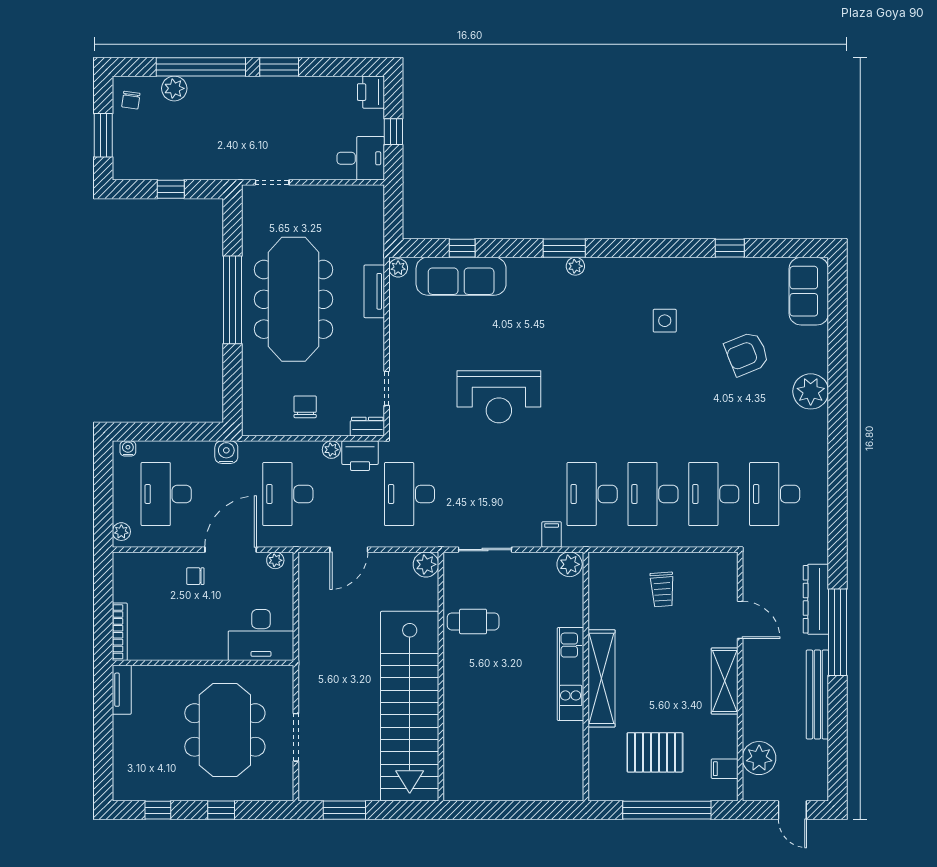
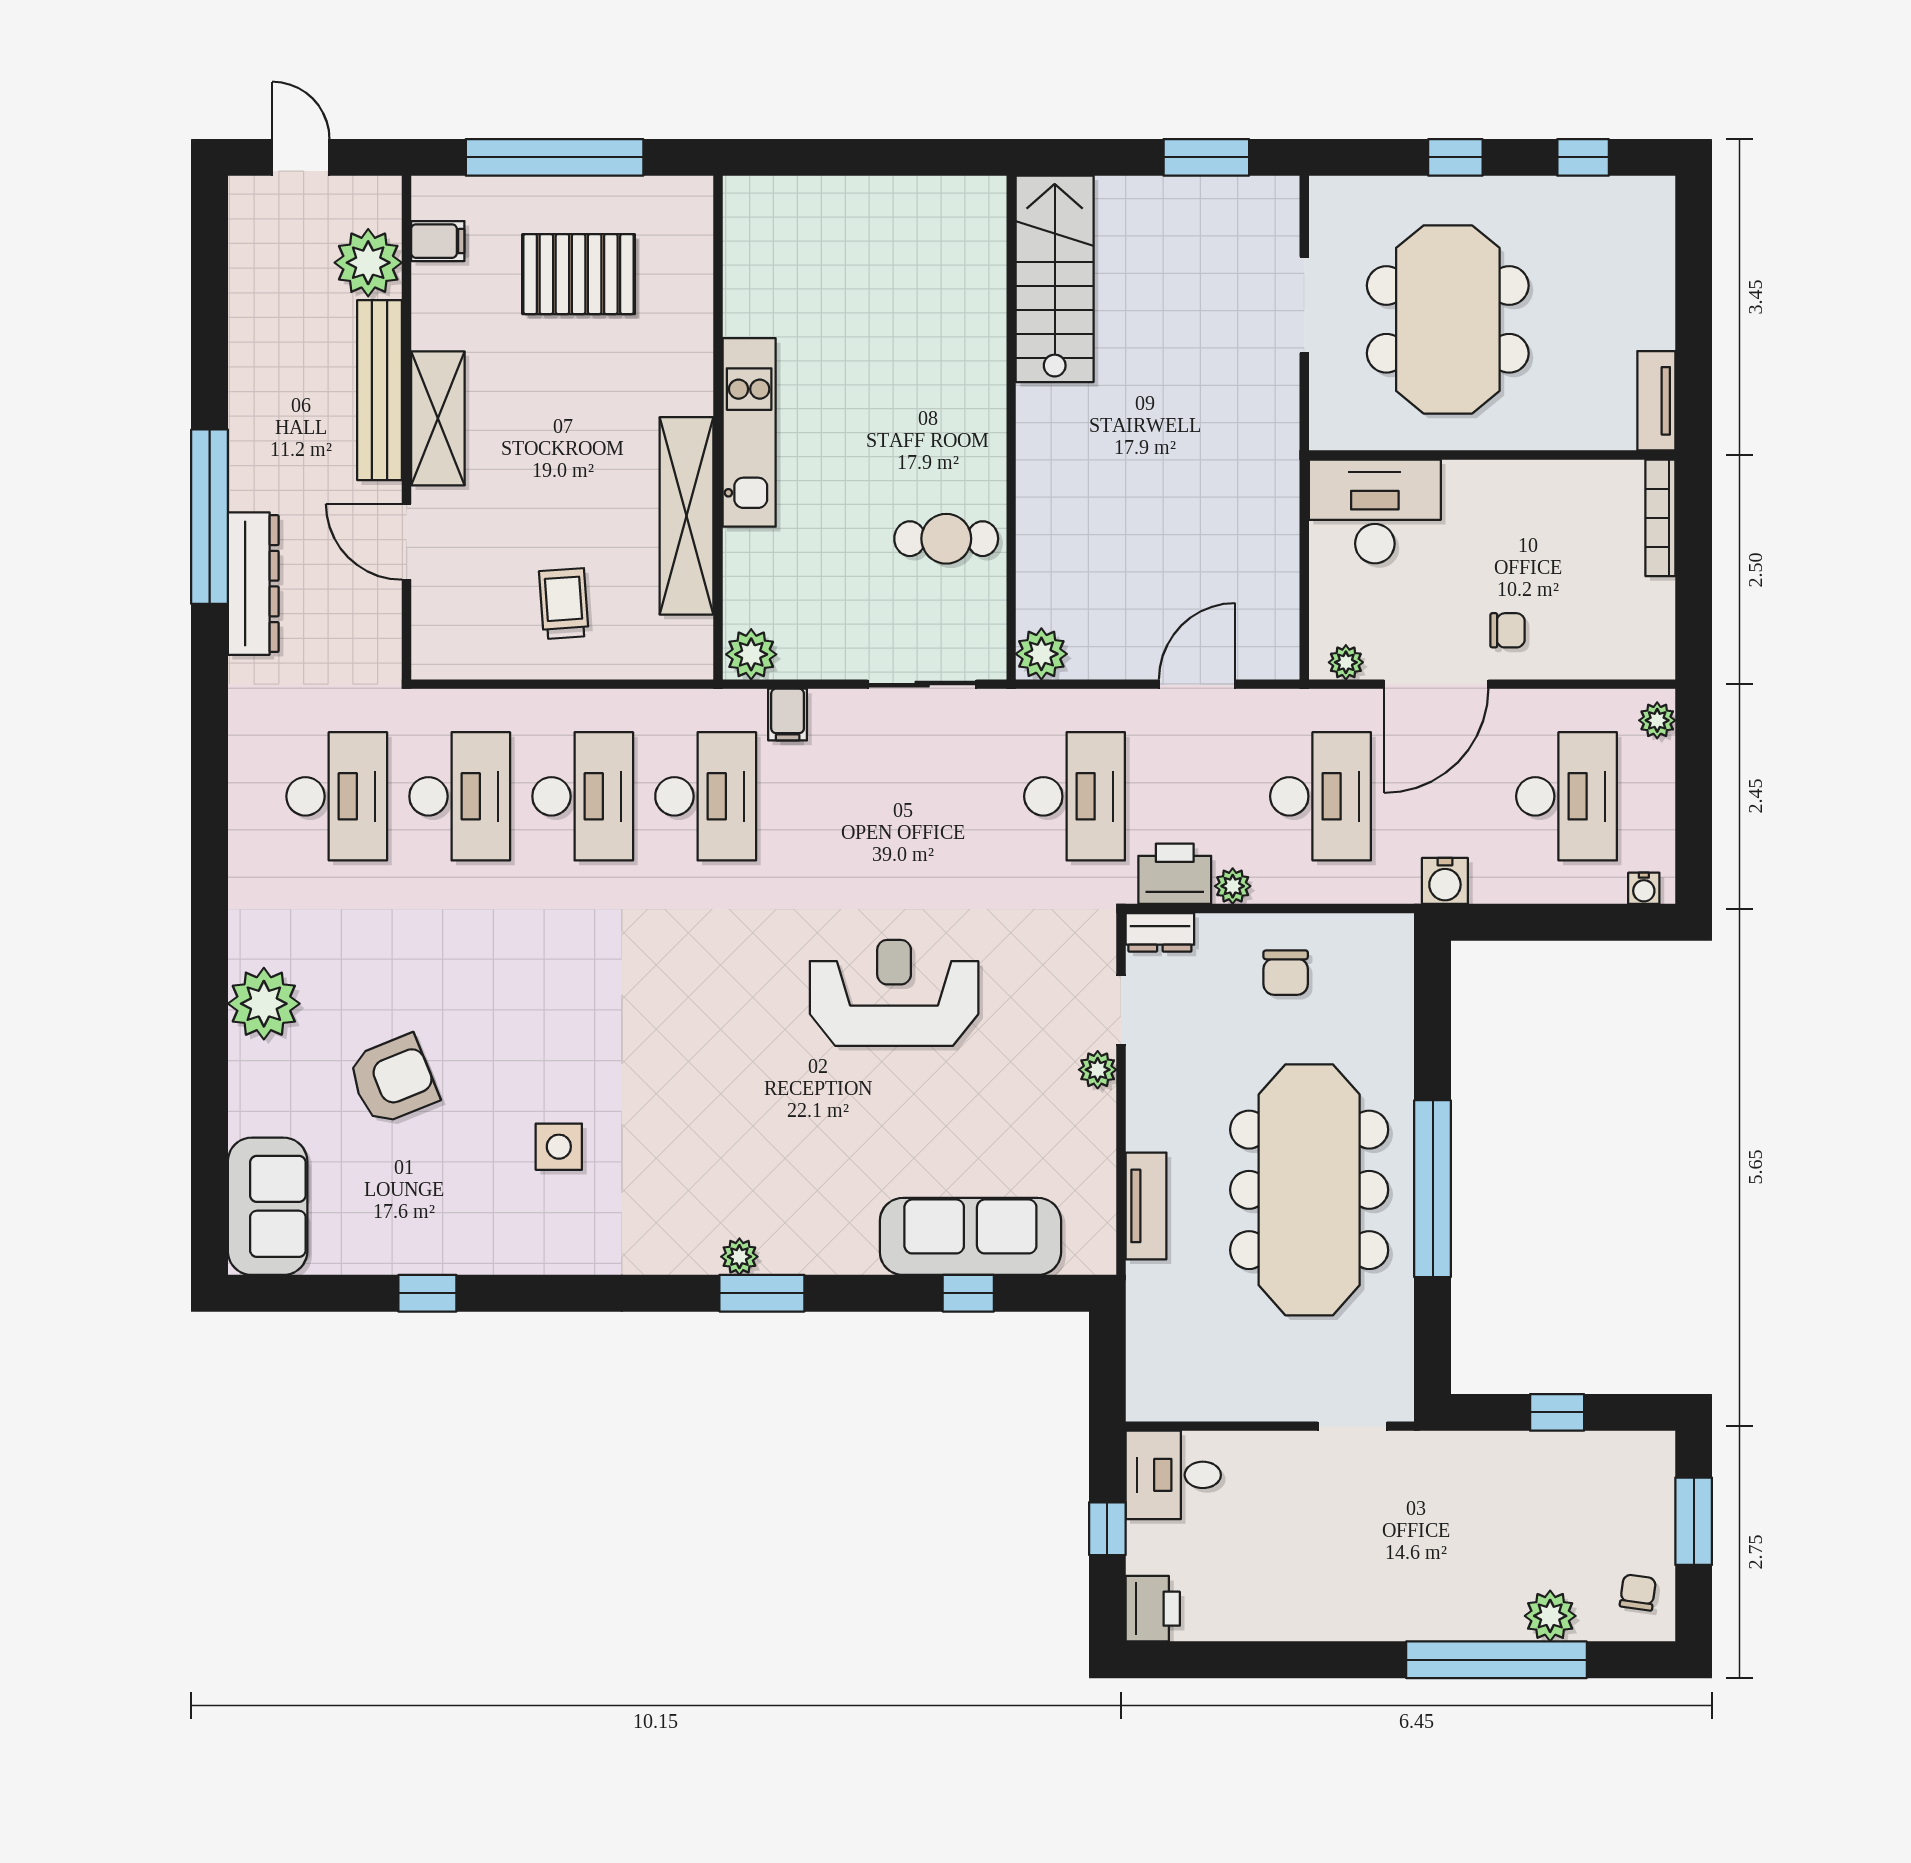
window: (279, 67) -> (1338, 1660), removed
plant: (398, 268) -> (1098, 1070), moved
shelving: (602, 678) -> (687, 516), moved
bench: (817, 695) -> (380, 390), moved
stairs: (410, 706) -> (1055, 279), width x0.54, depth x0.66

